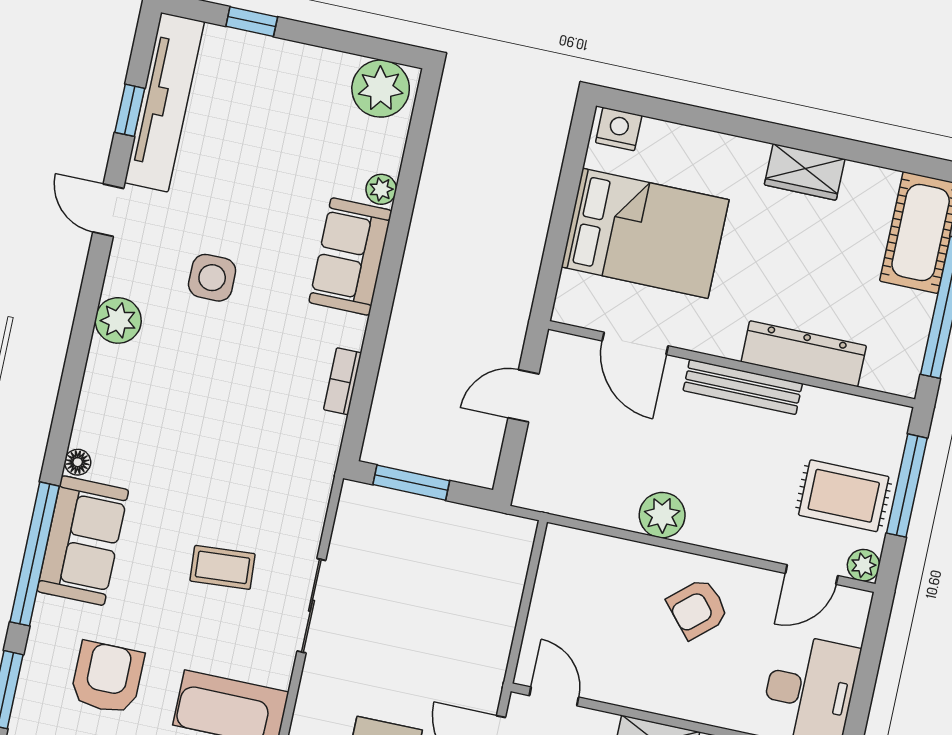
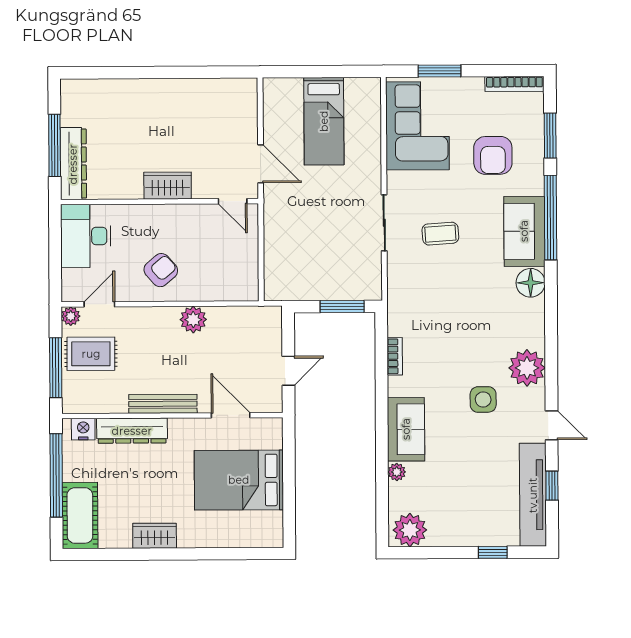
nightstand: (619, 129) -> (83, 429), moved, turned 180
plant: (118, 320) -> (527, 368), width x1.36, depth x1.36
floor lamp: (78, 462) -> (531, 283), width x1.89, depth x1.89

